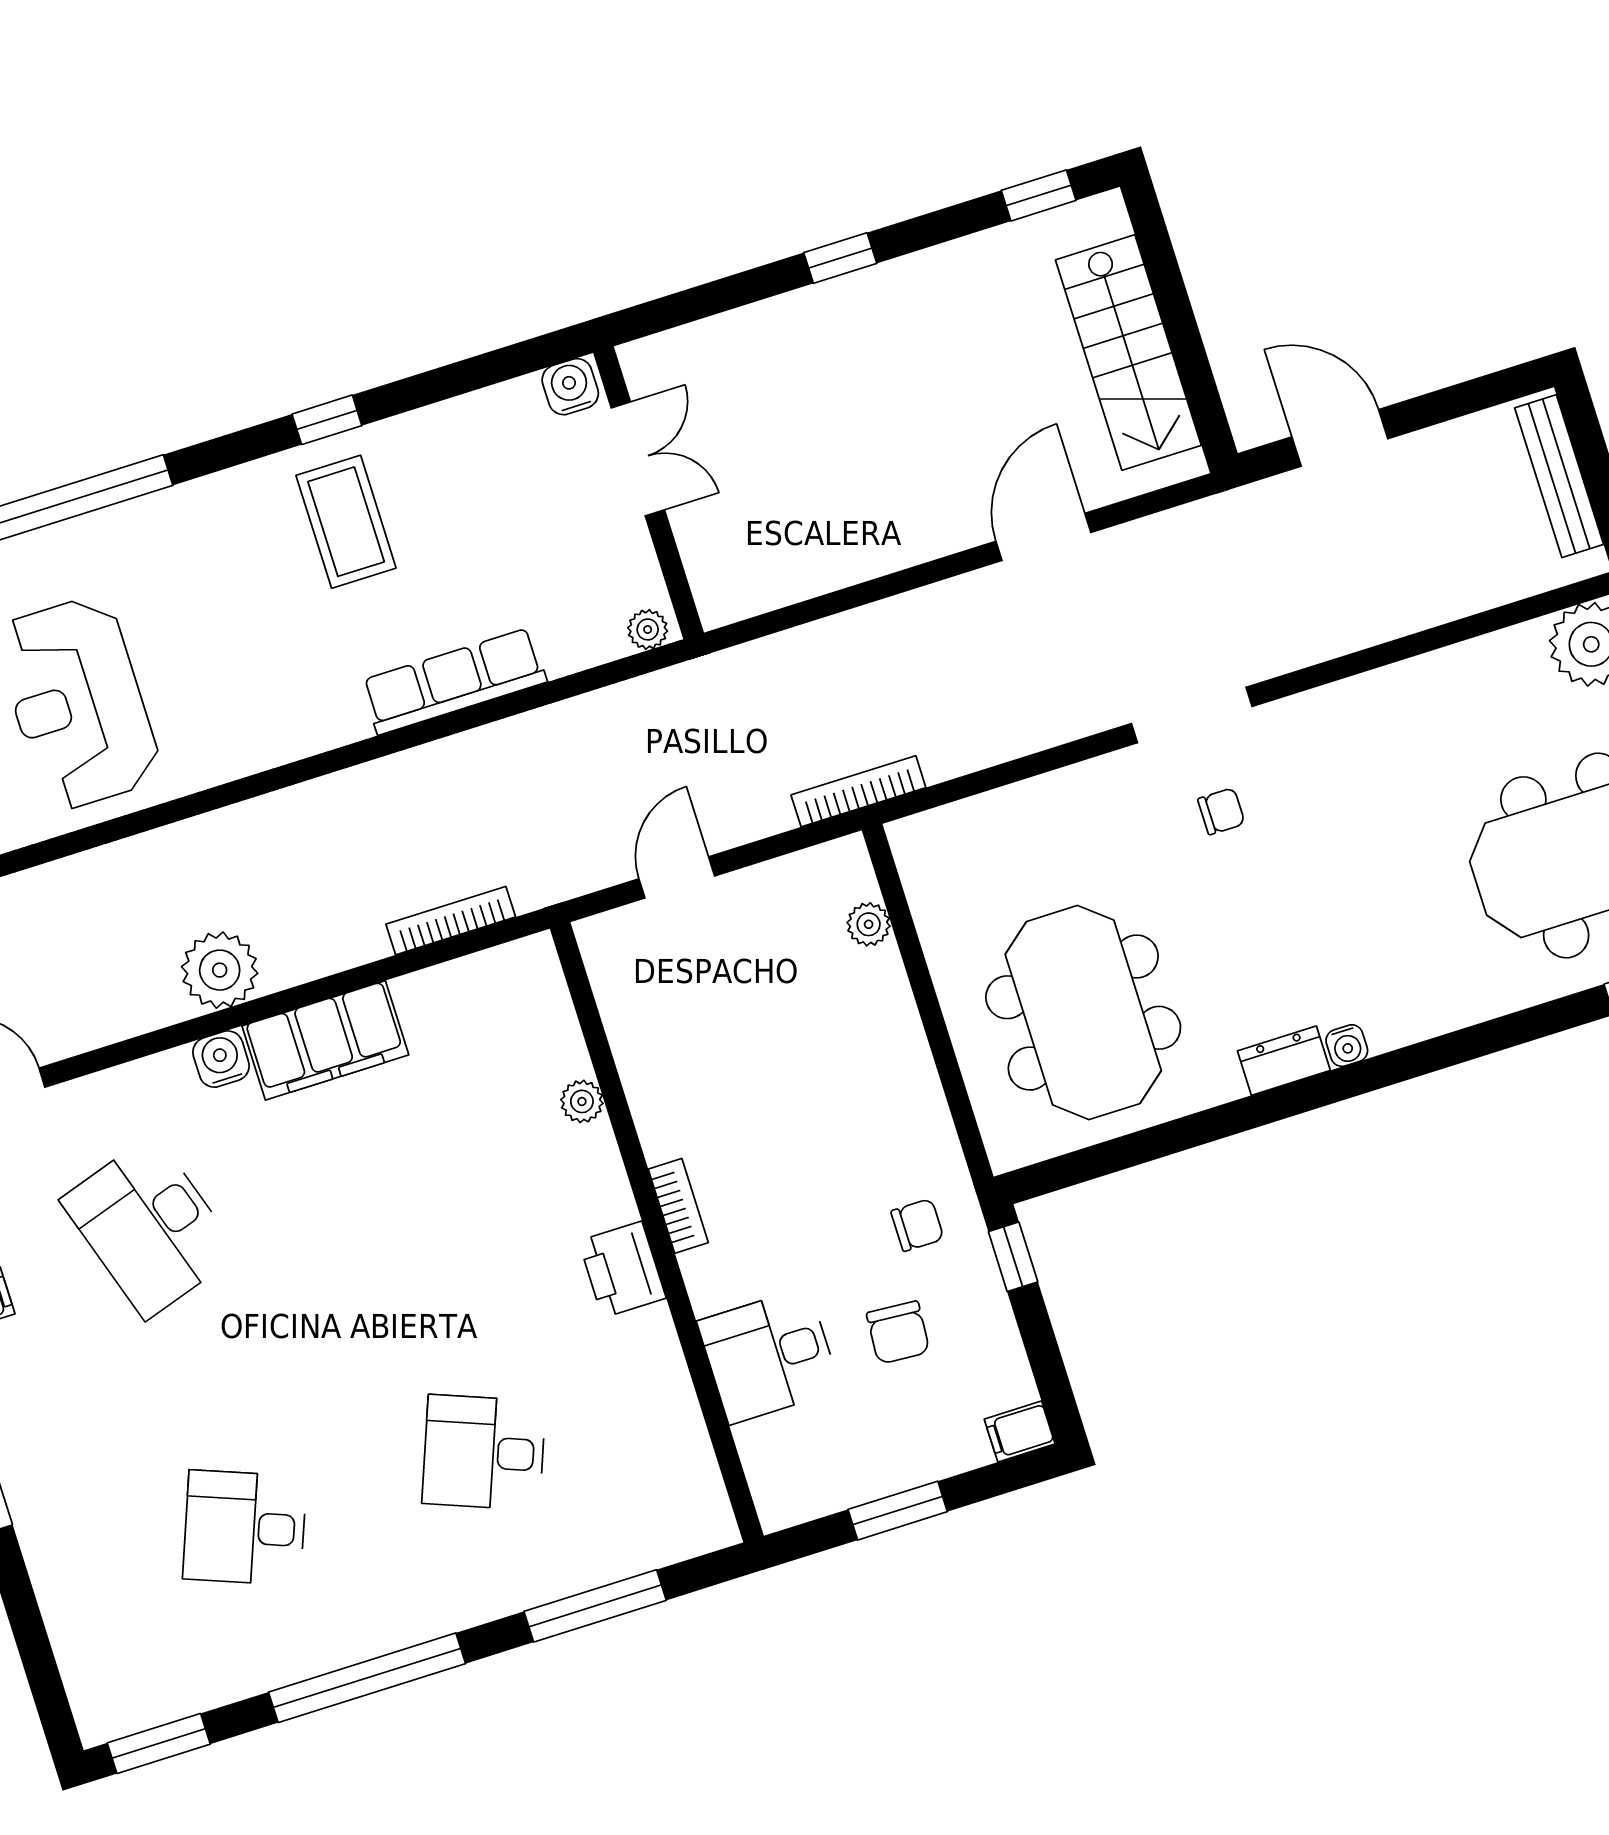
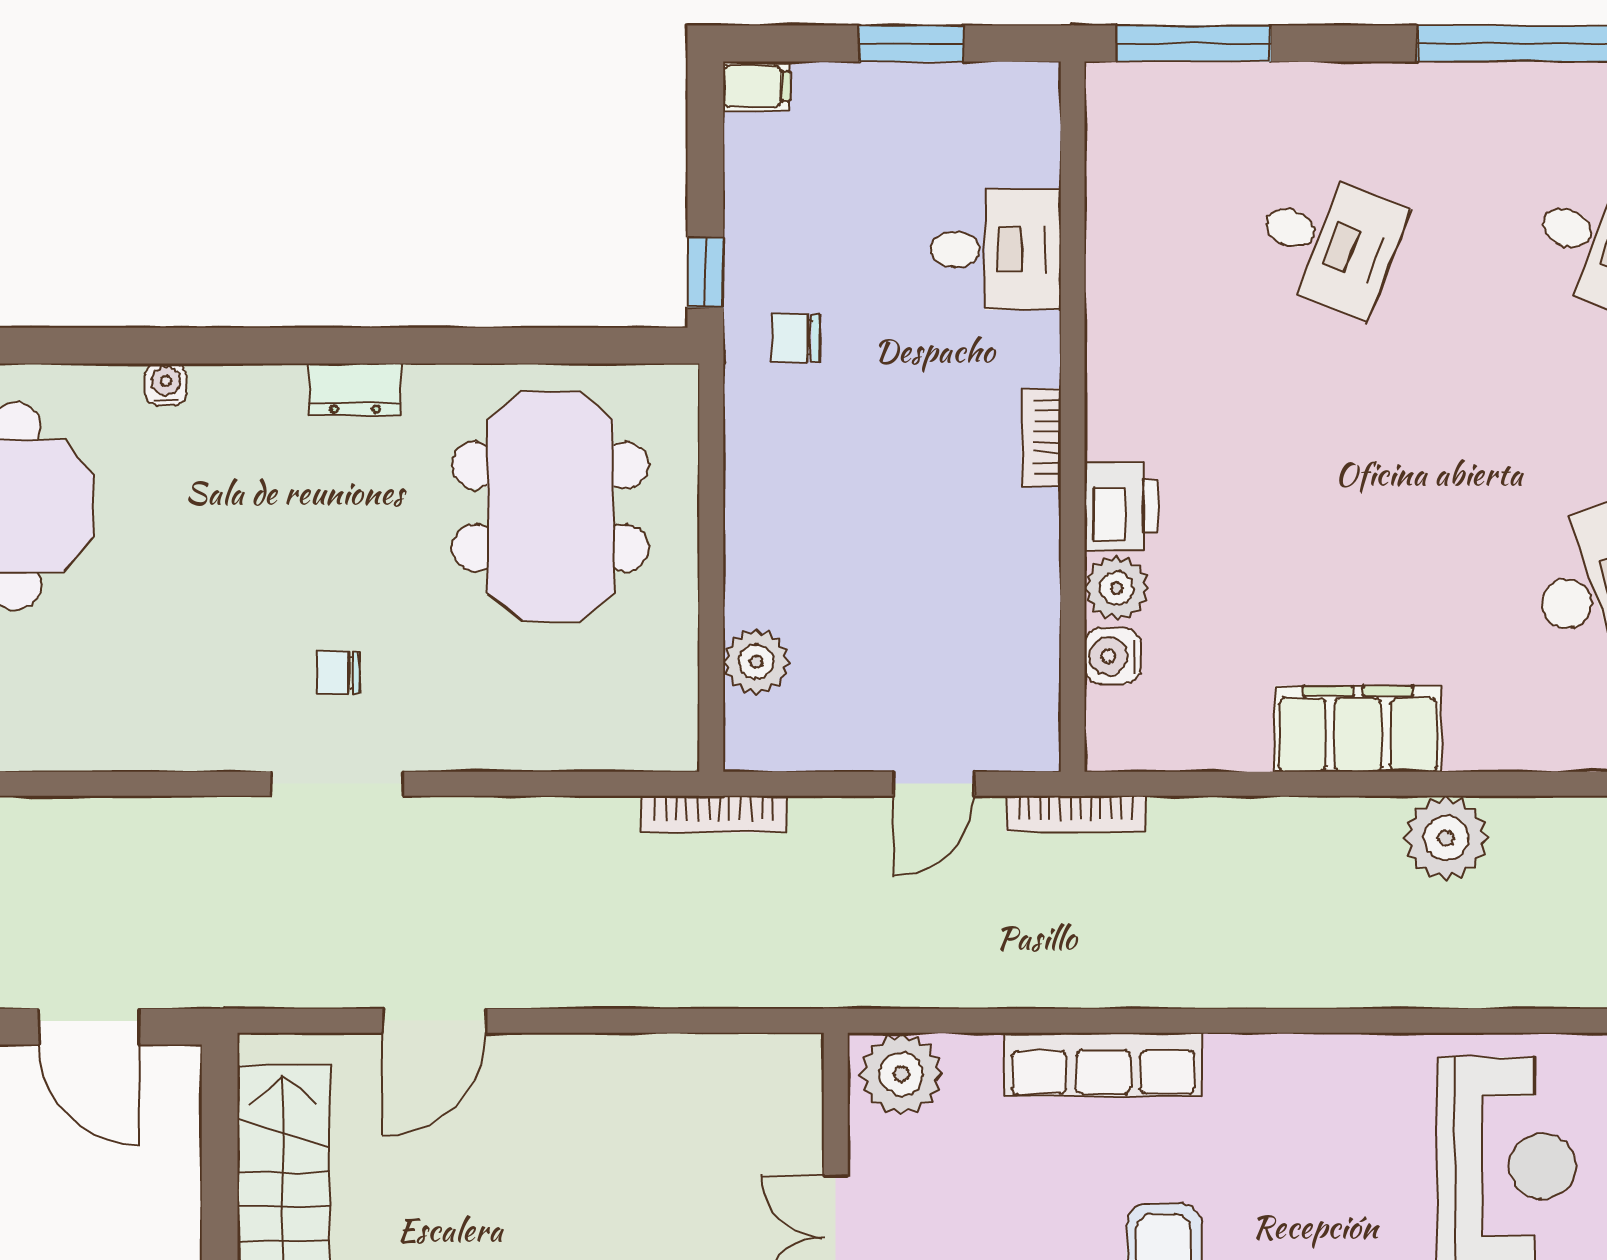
plant: (648, 629) -> (901, 1074), width x1.87, depth x1.87
bookcase: (451, 921) -> (1075, 813), moved
plant: (869, 924) -> (756, 662), width x1.38, depth x1.38
water cooler: (1347, 1046) -> (166, 384), moved
water cooler: (221, 1059) -> (1113, 656), moved, turned 90
plant: (582, 1101) -> (1117, 588), width x1.38, depth x1.38
printer: (622, 1270) -> (1121, 506), moved
chair: (898, 1332) -> (852, 231), removed
window: (595, 1606) -> (1194, 43), moved

